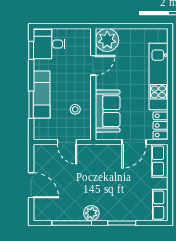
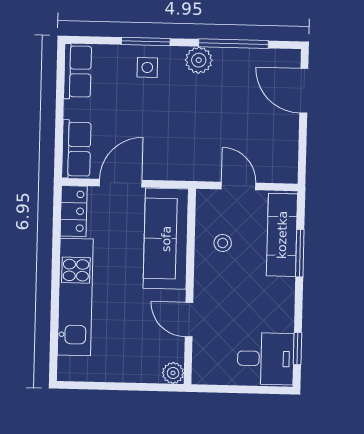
plant: (107, 40) -> (173, 373), width x0.53, depth x0.53
door: (93, 65) -> (189, 320), hinge flipped
exam couch: (42, 95) -> (282, 235), moved
sofa: (108, 111) -> (166, 239), width x1.36
door: (31, 185) -> (304, 91), moved
side table: (121, 208) -> (147, 67), added

